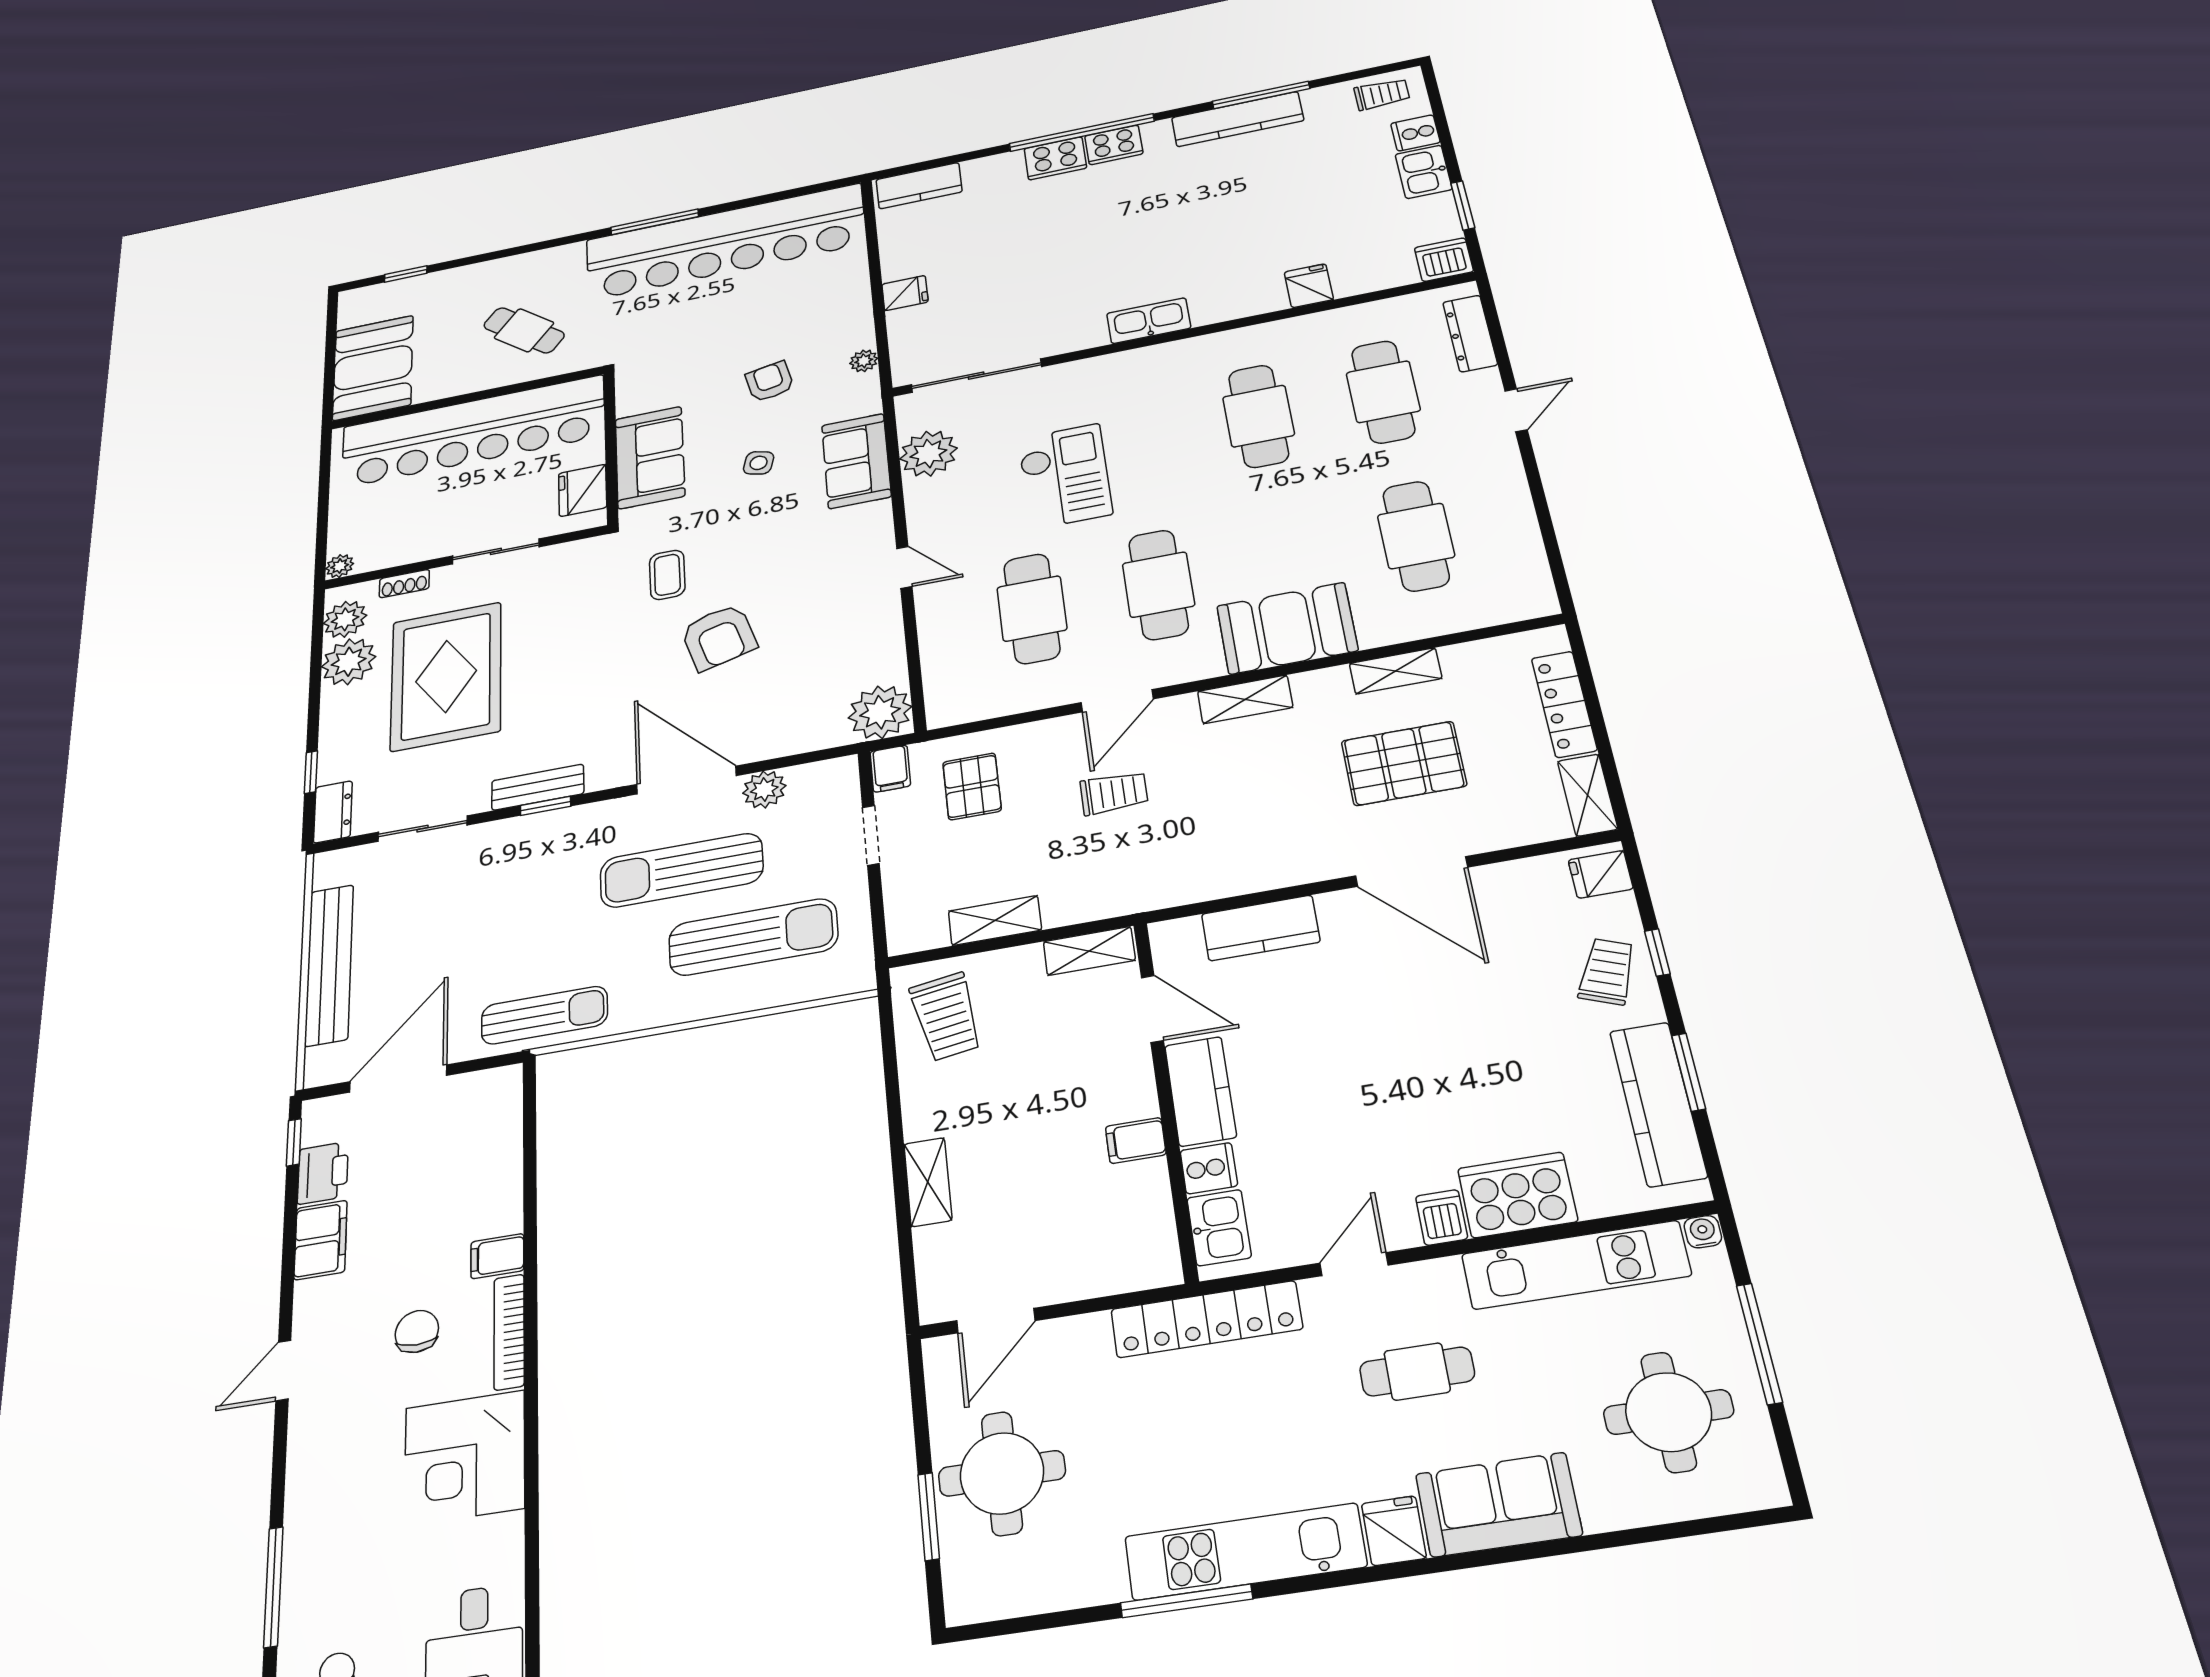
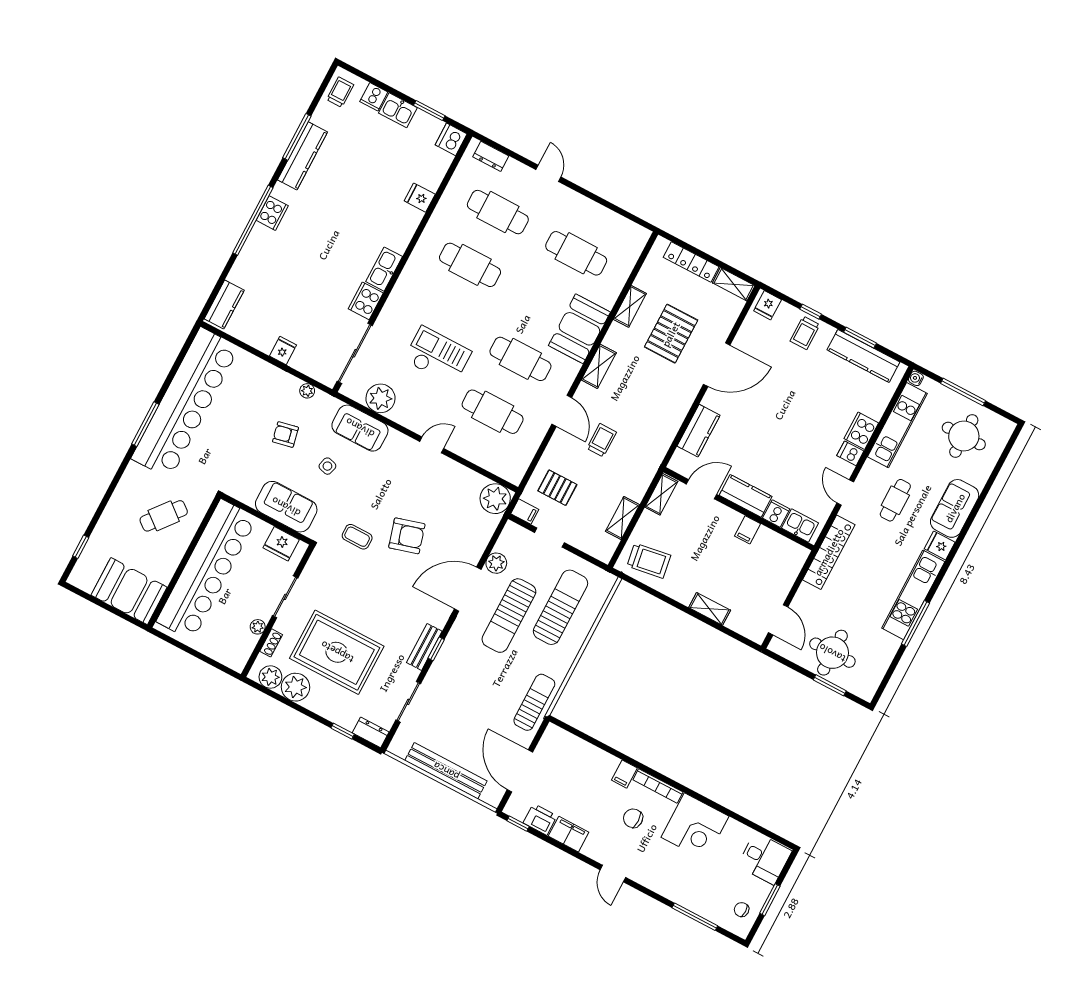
cooker: (1055, 158) -> (366, 301), moved, turned 180
dresser: (1470, 333) -> (491, 156), width x0.70
plant: (340, 566) -> (258, 627), moved
trolley: (1607, 972) -> (805, 333), turned -112
cooker: (1517, 1195) -> (861, 431), width x0.73, depth x0.76

